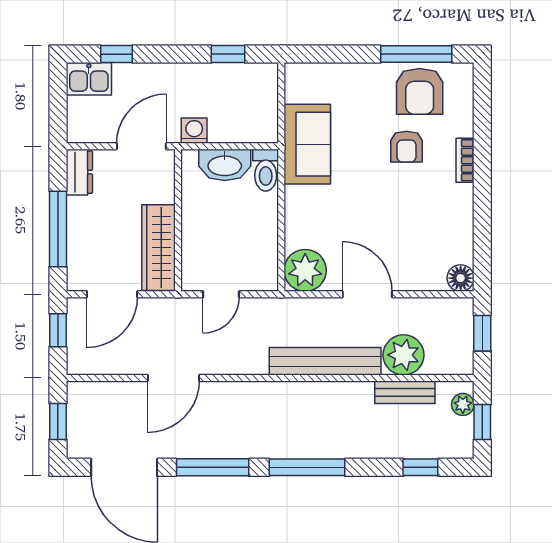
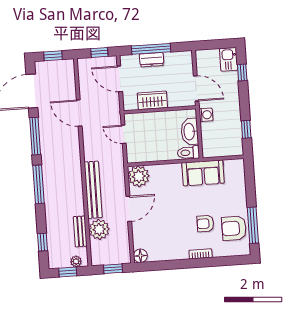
dresser: (79, 172) -> (152, 60), moved
wardrobe: (159, 248) -> (152, 100), width x0.67

